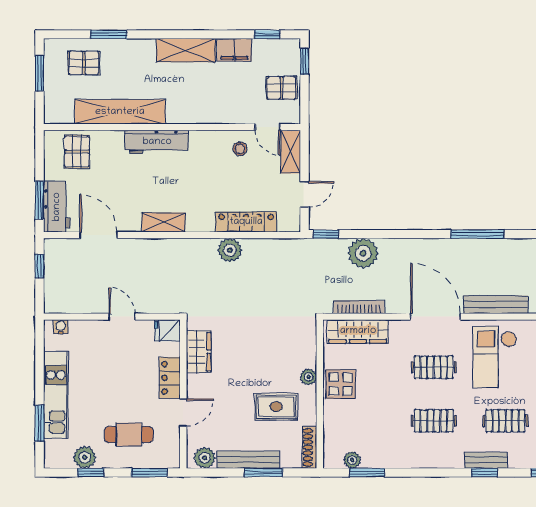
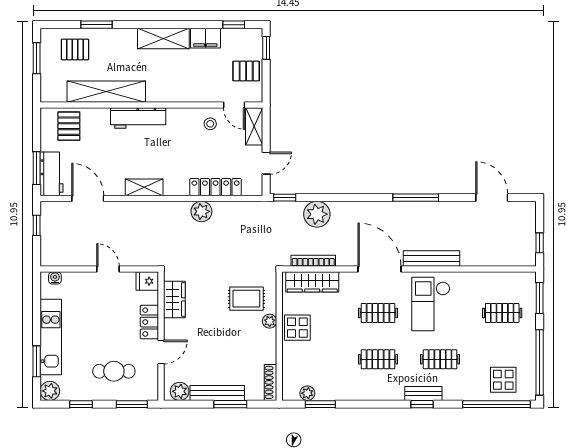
rug: (276, 407) -> (246, 299), moved
plant: (85, 457) -> (50, 391), moved

